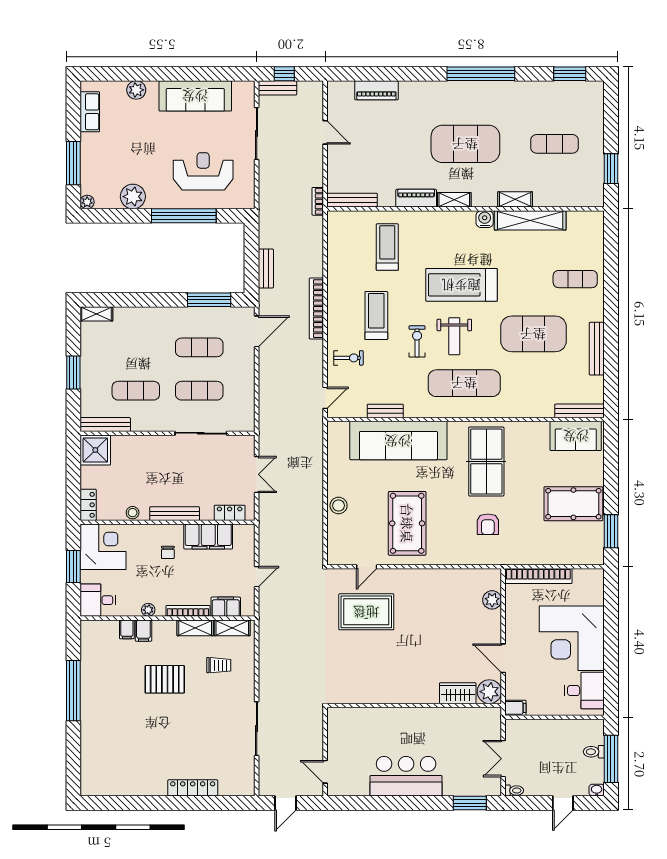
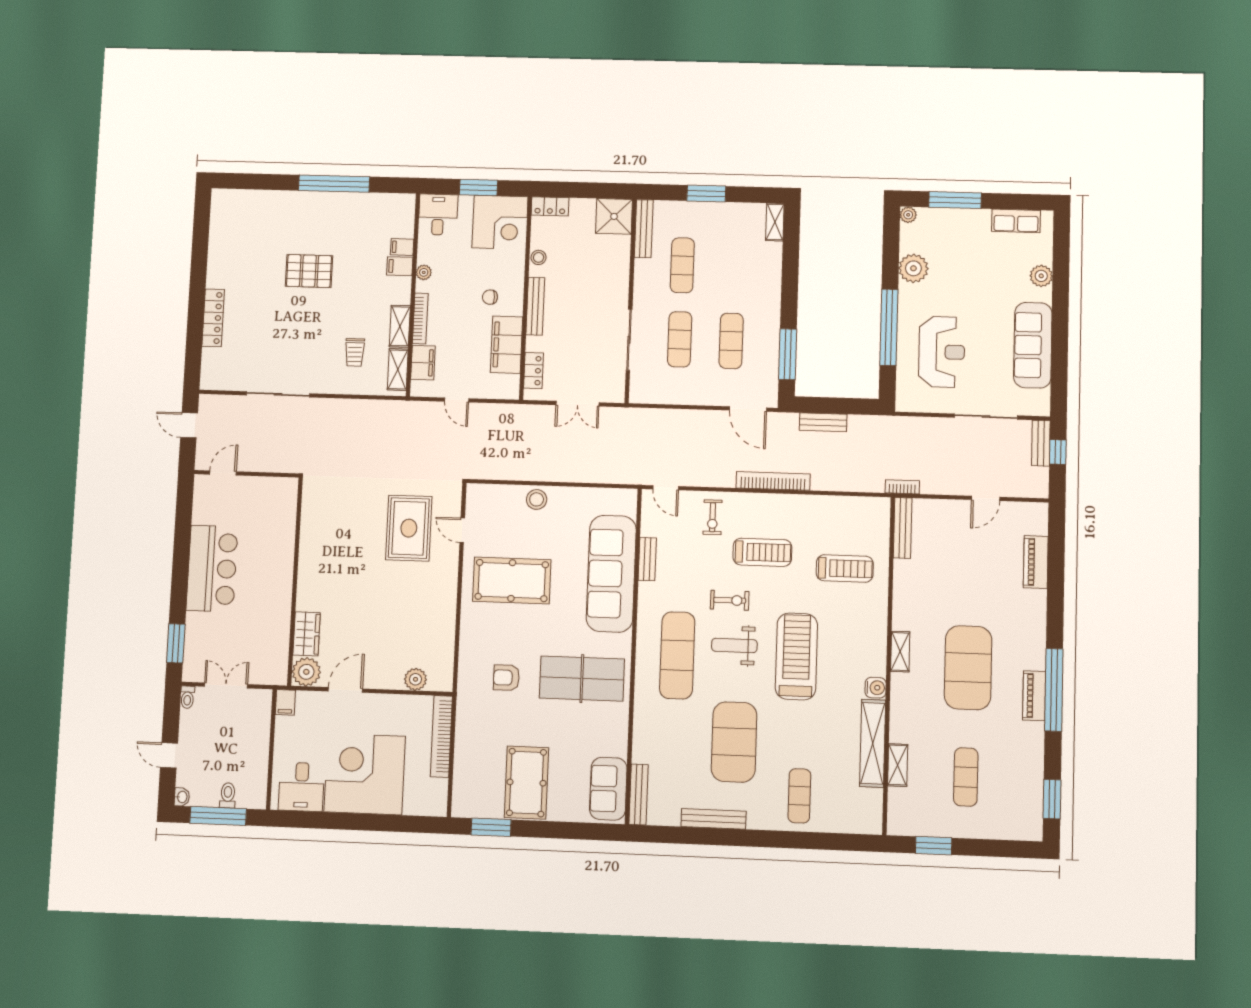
piano: (416, 198) -> (1034, 696), moved, turned 180
shelving: (515, 199) -> (898, 765), moved
pallet: (165, 679) -> (309, 271), moved, turned 90

